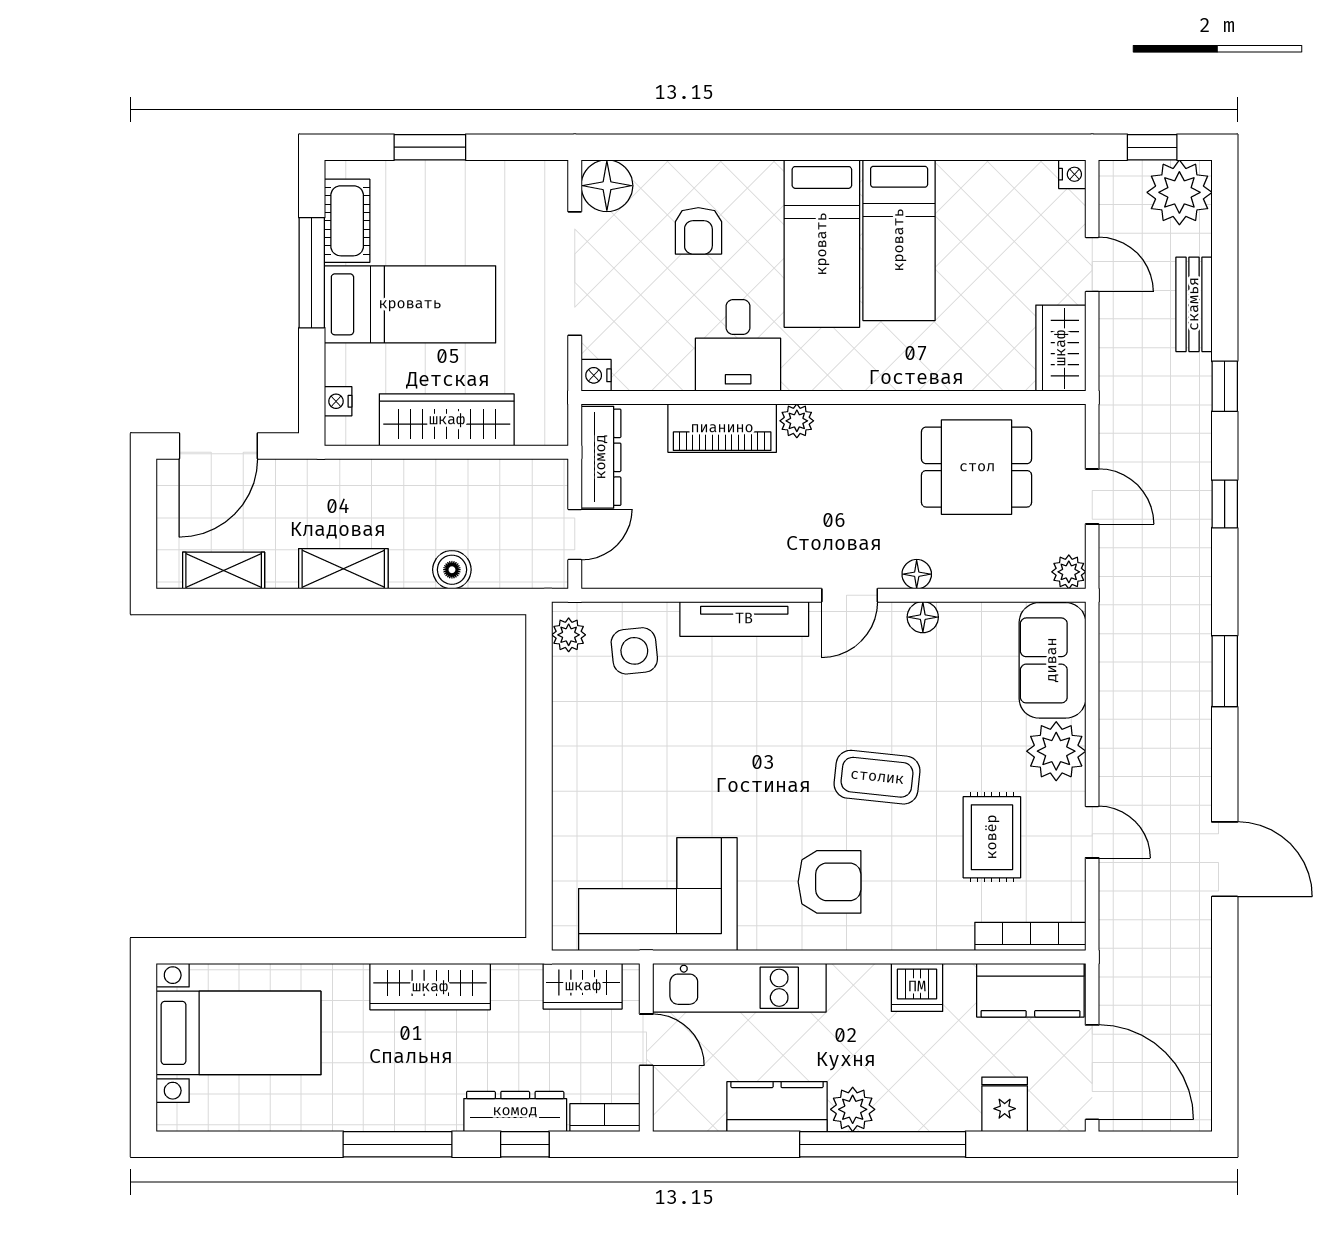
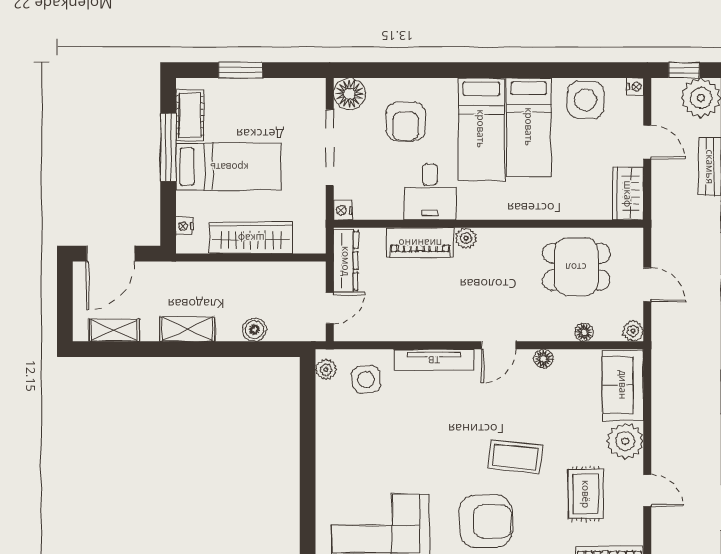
side table: (991, 196) -> (585, 100), added
armchair: (698, 231) -> (406, 122), width x1.38, depth x1.38
floor lamp: (917, 574) -> (584, 332), moved
armchair: (829, 882) -> (486, 521), width x1.36, depth x1.36

